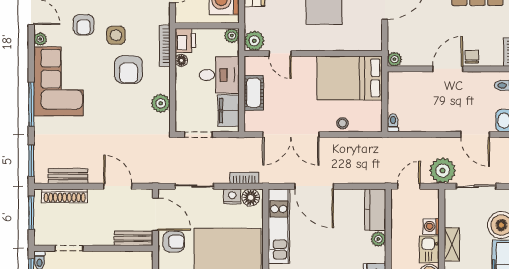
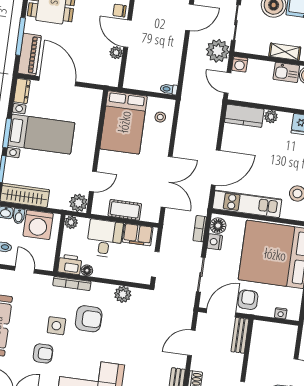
plant: (394, 59) -> (116, 53), moved
stool: (342, 123) -> (160, 117), moved
washing machine: (431, 226) -> (240, 64), moved

